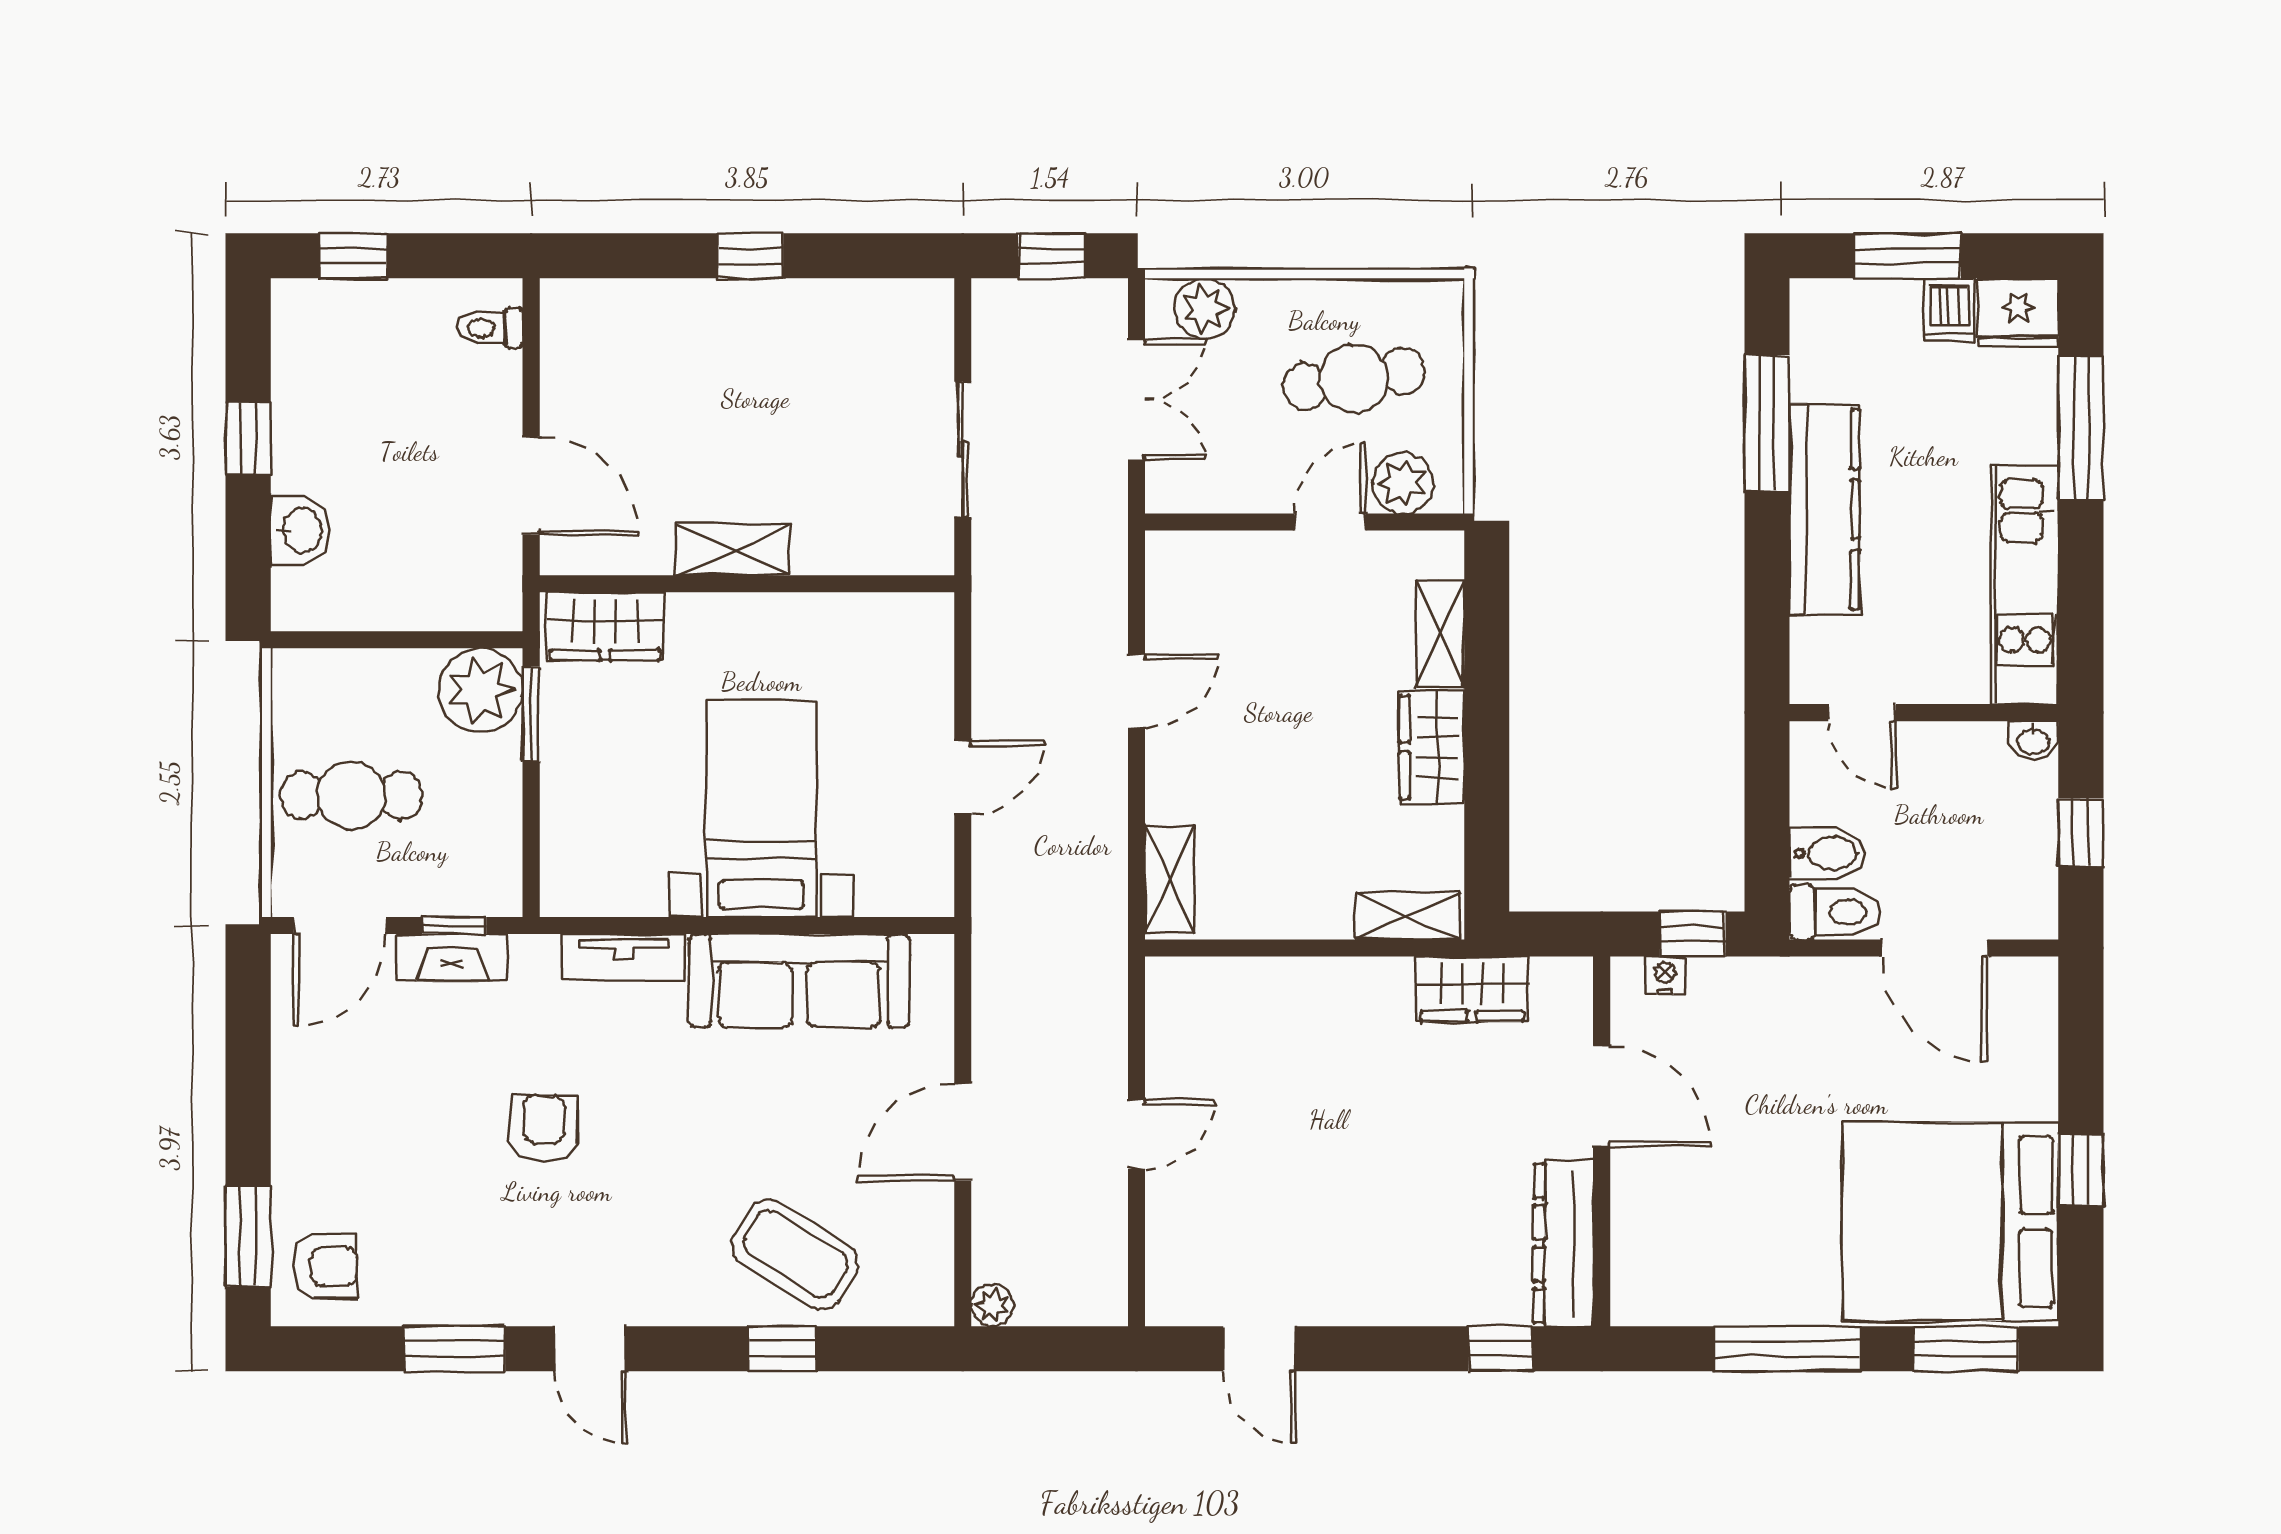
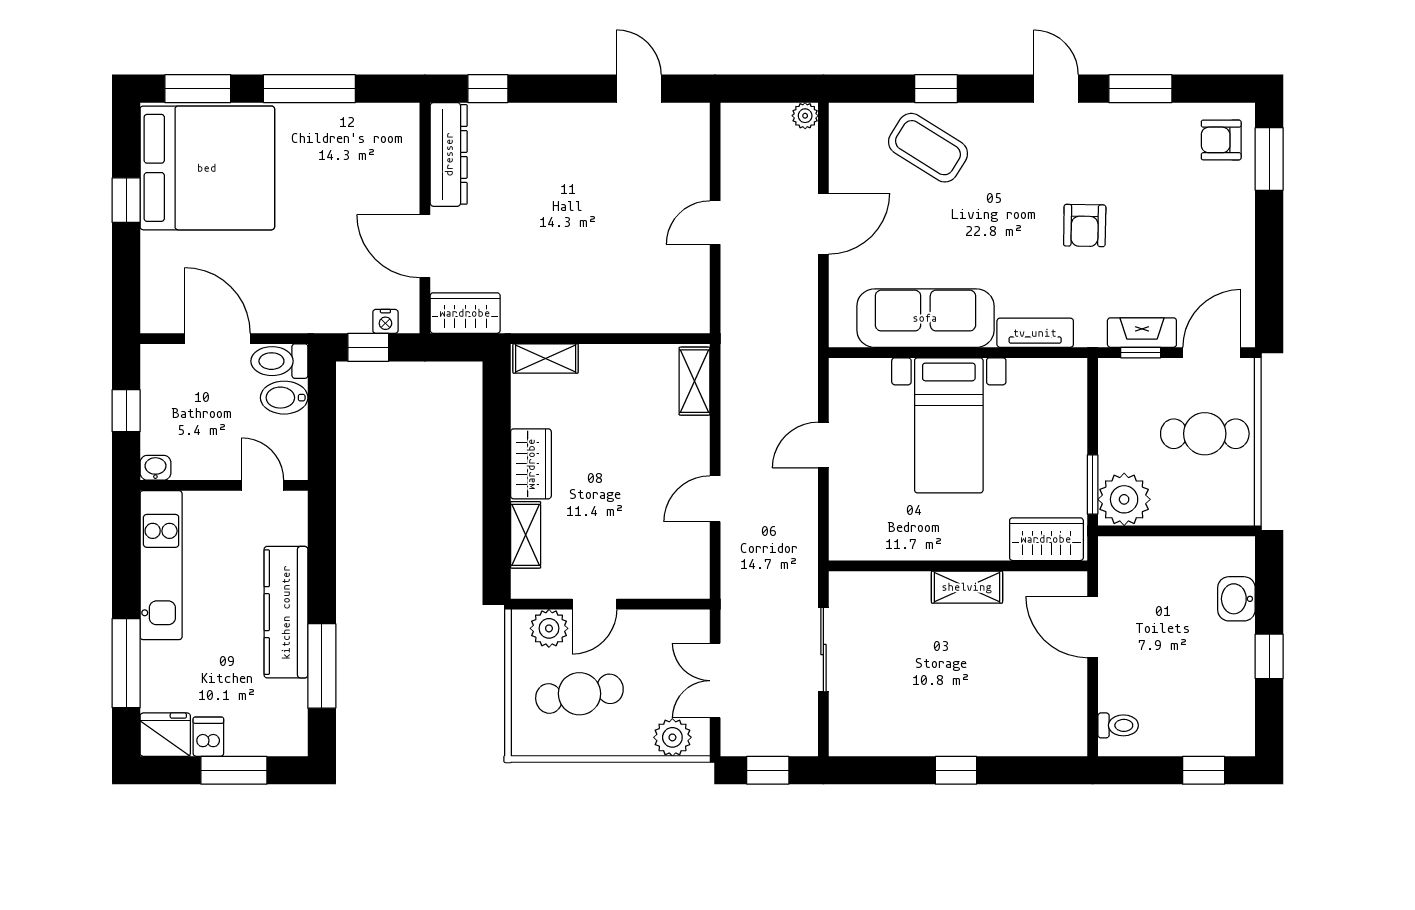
wardrobe: (1472, 989) -> (465, 313), moved

